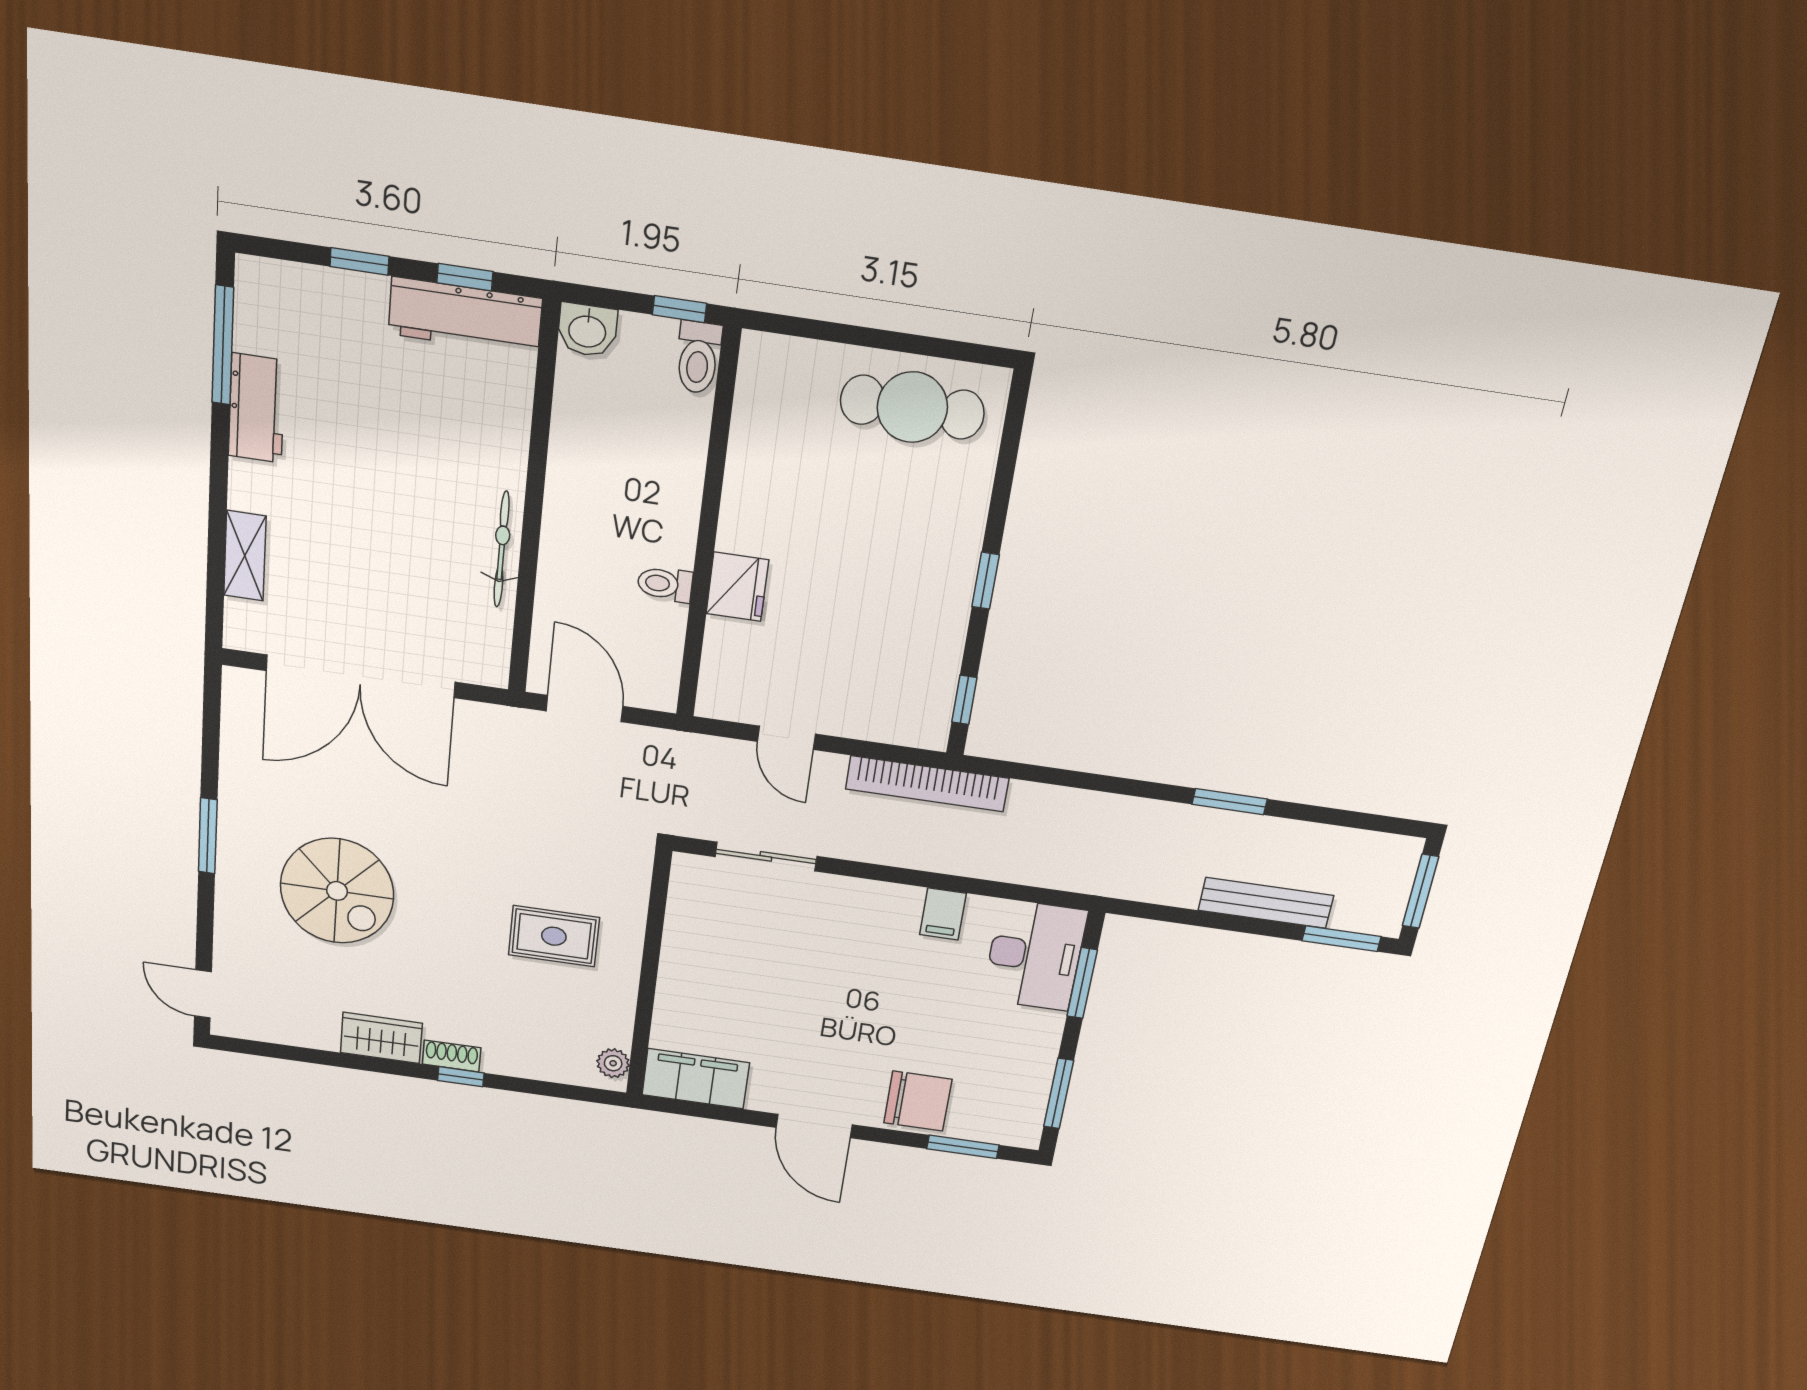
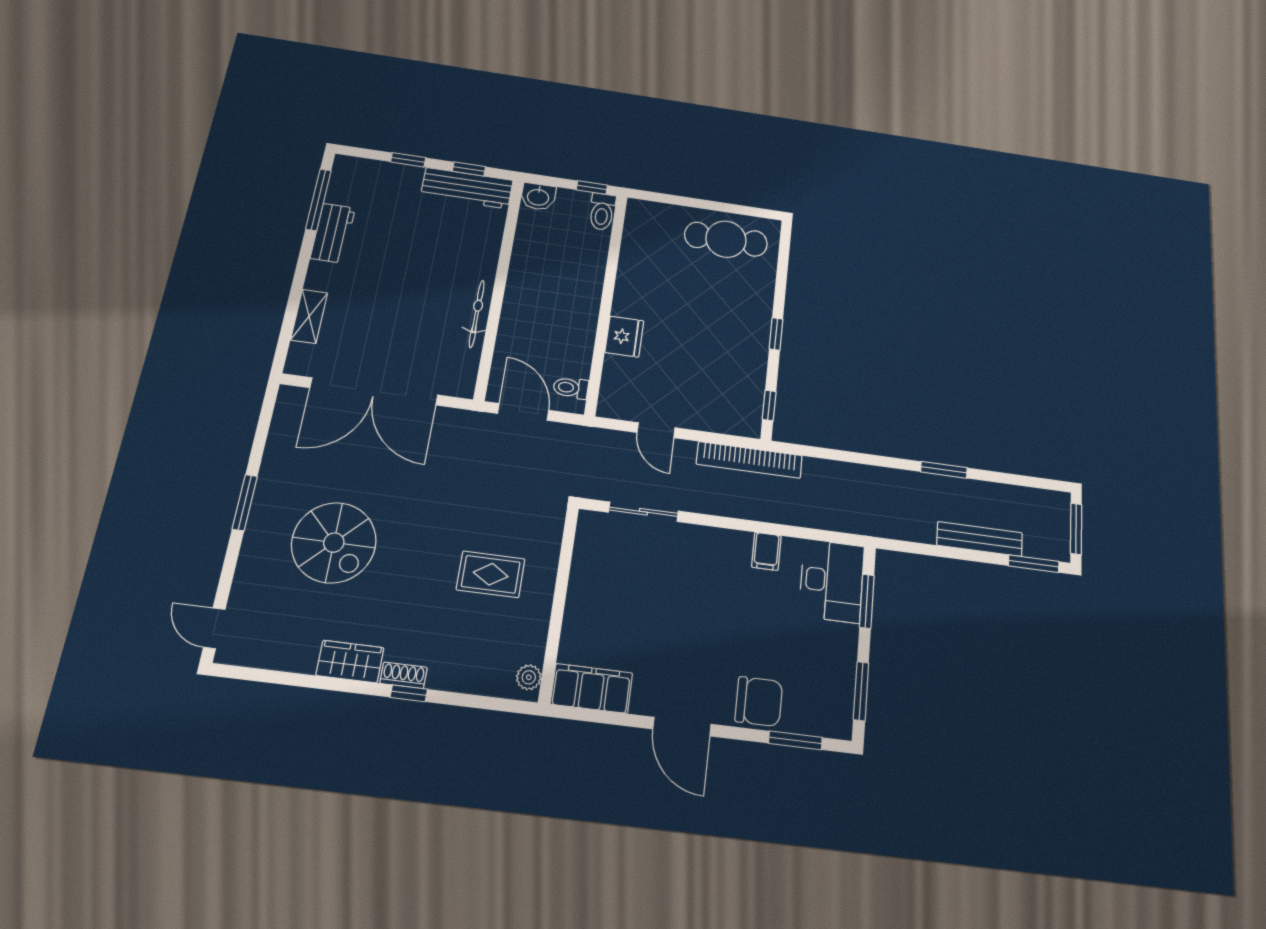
toilet: (665, 584) -> (571, 388), moved

